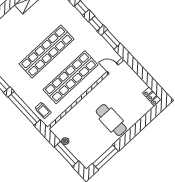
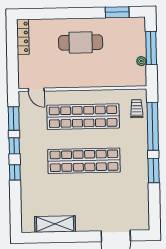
locker: (152, 96) -> (23, 37), width x1.53
cafe table: (111, 120) -> (81, 42), turned 90
window: (106, 157) -> (117, 12), width x0.69

